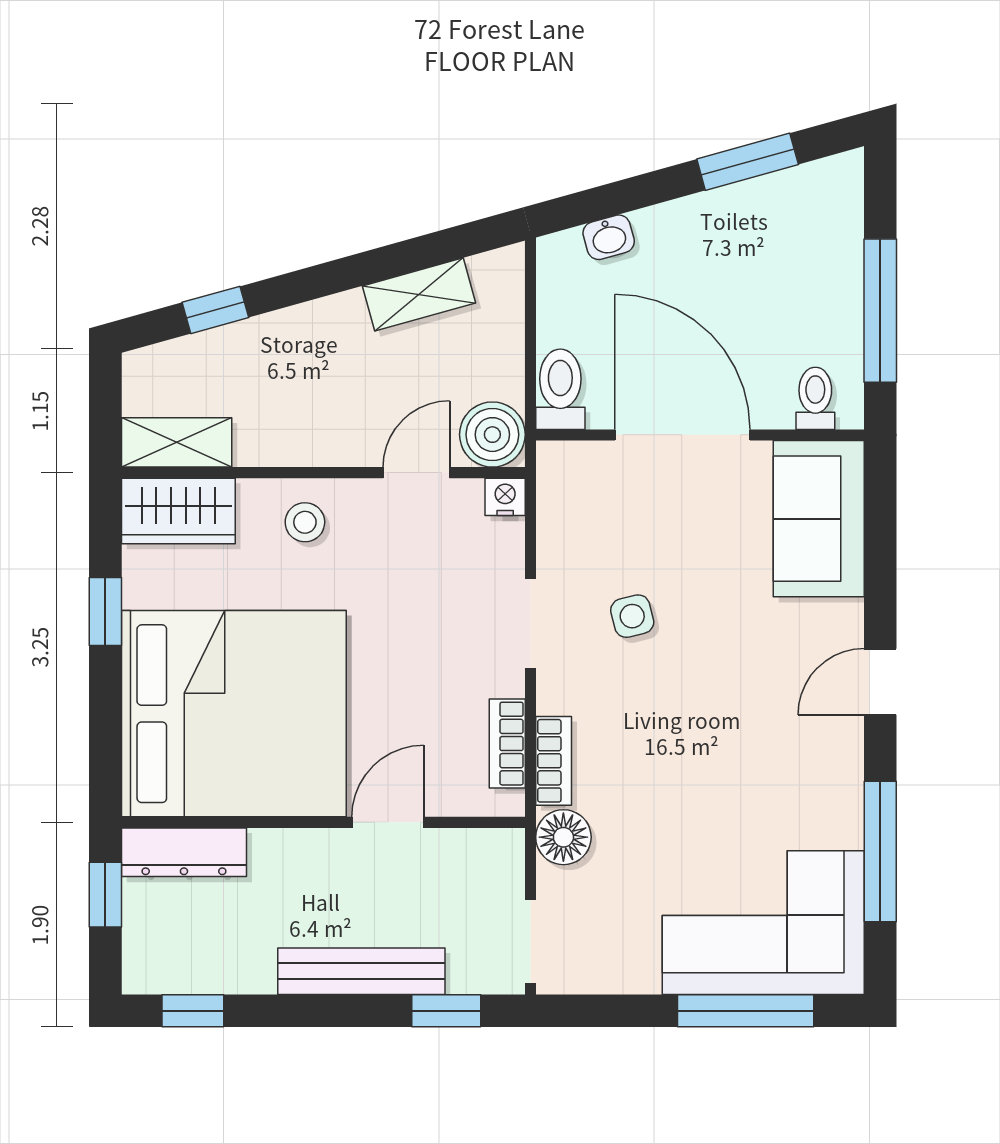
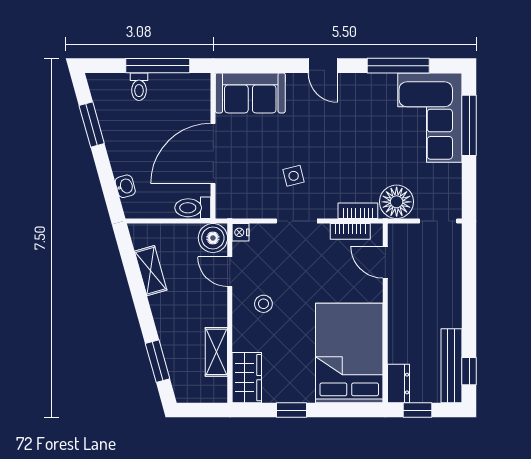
window: (215, 310) -> (158, 361), width x1.50
toilet: (815, 398) -> (139, 87), moved, turned -90
shelving: (177, 442) -> (216, 352), moved
stool: (305, 522) -> (263, 304), moved
bed: (234, 714) -> (349, 353), width x0.73
door: (388, 822) -> (385, 262), moved
floor lamp: (563, 837) -> (397, 202), width x1.38, depth x1.38
dresser: (184, 852) -> (399, 384), width x0.70
bench: (361, 971) -> (451, 366), moved
window: (446, 1011) -> (469, 258), removed

